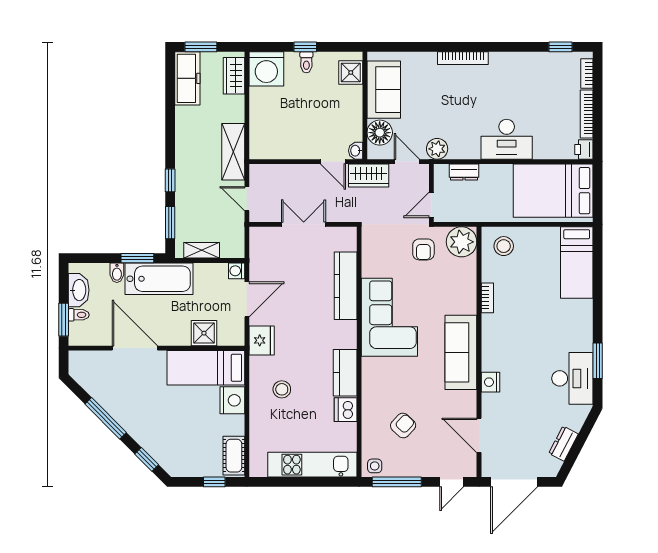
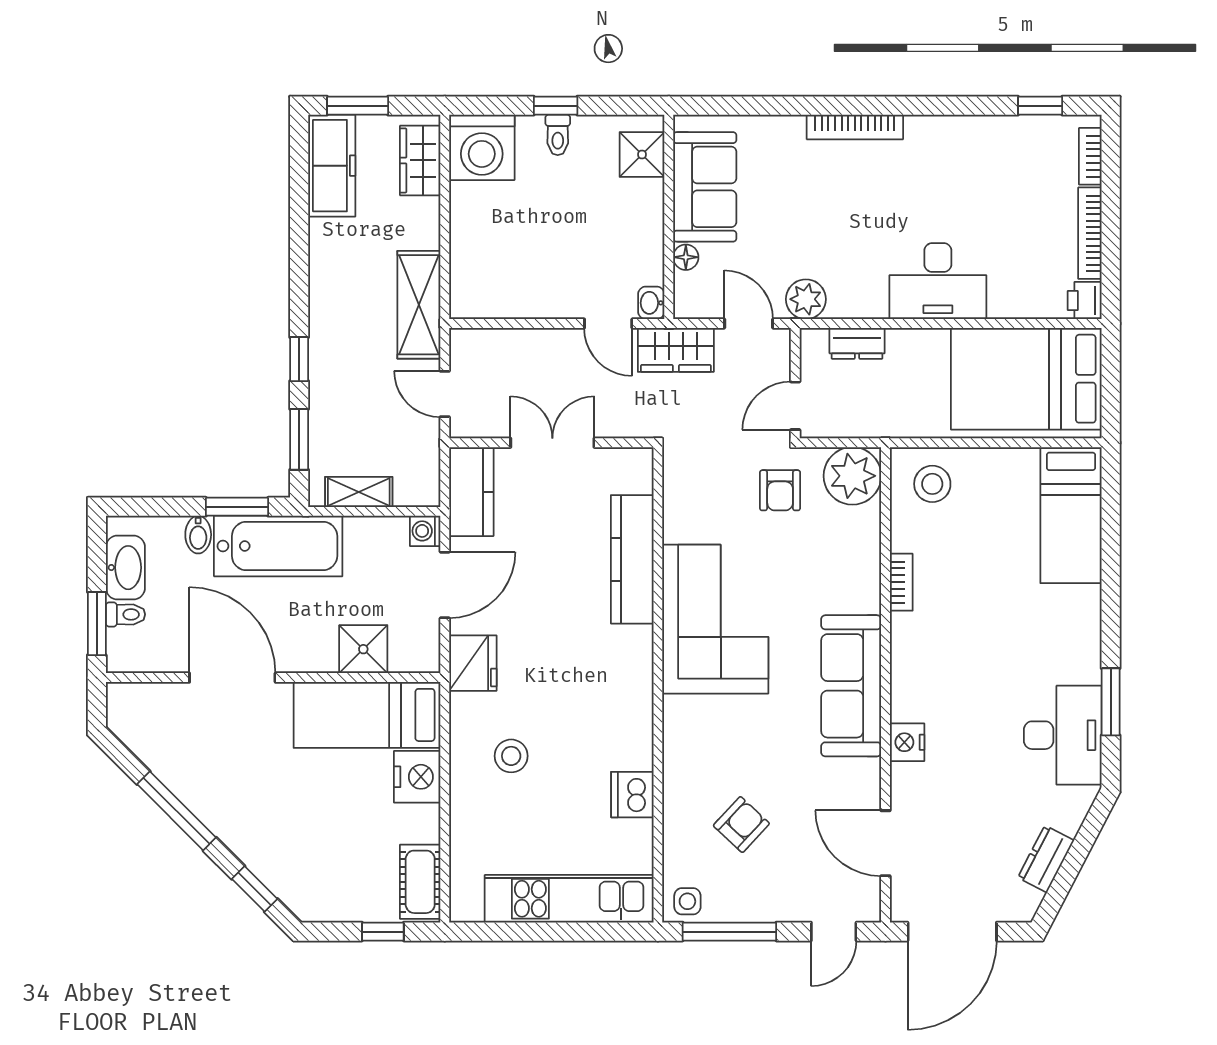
floor lamp: (380, 133) -> (686, 257), width x0.53, depth x0.53
kitchen counter: (345, 373) -> (471, 492), moved, turned 180

